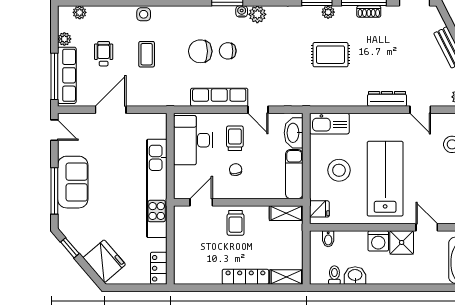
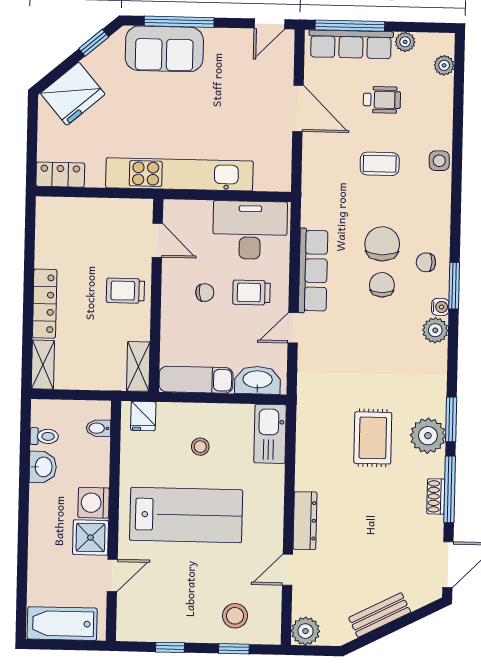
plant: (328, 12) -> (428, 436), width x1.87, depth x1.87
chair: (212, 22) -> (426, 262), added
trolley: (235, 138) -> (251, 293), turned 180
stool: (339, 170) -> (200, 447), width x0.53, depth x0.53
sofa: (73, 182) -> (164, 49), moved

